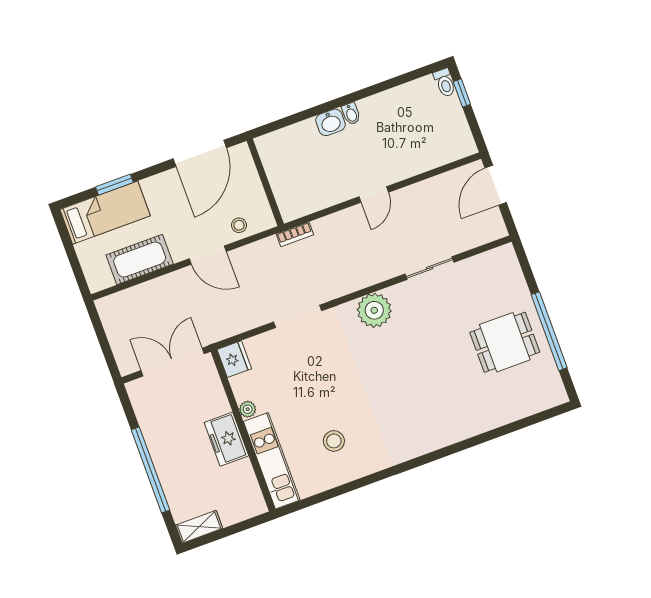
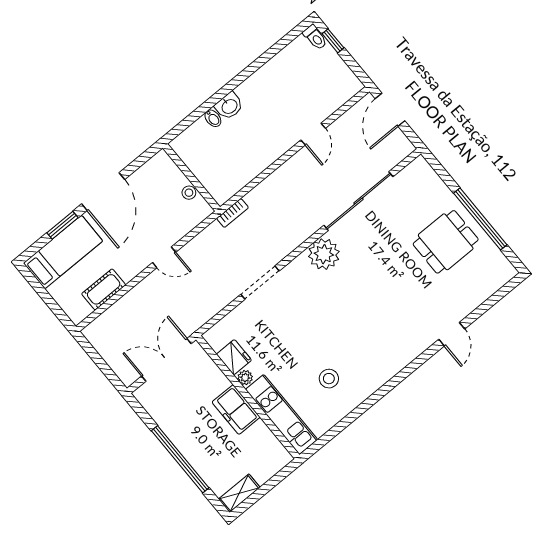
bidet: (351, 114) -> (213, 118), moved
door: (200, 153) -> (103, 192), moved
door: (374, 194) -> (313, 134), moved
stool: (239, 225) -> (189, 193), moved
door: (208, 255) -> (164, 257), width x0.73
cot: (140, 260) -> (104, 289), width x0.73, depth x0.75
sliding door: (429, 268) -> (358, 201), width x1.86
fridge: (234, 359) -> (234, 357), moved
door: (477, 440) -> (452, 334), added

